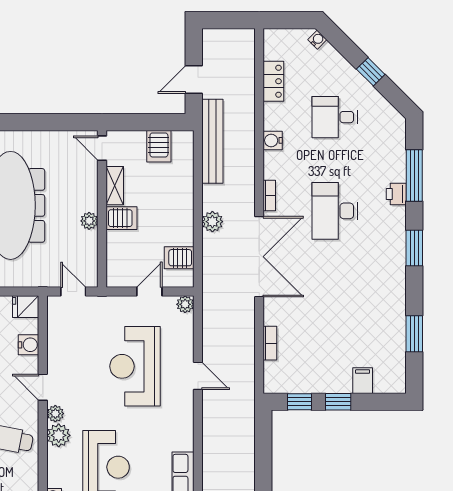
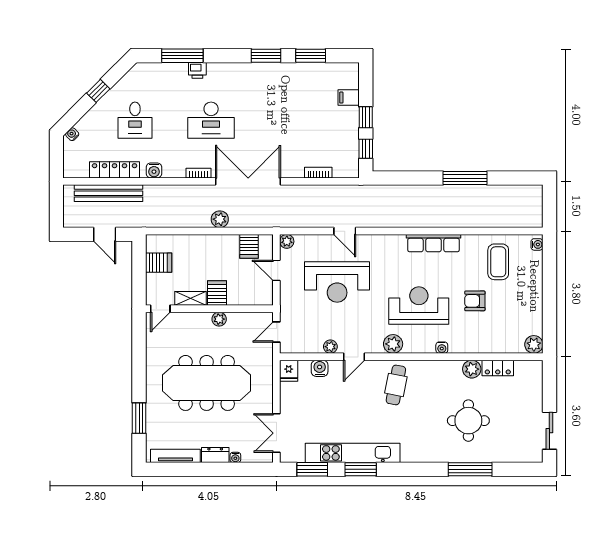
locker: (273, 81) -> (115, 170), width x1.53
bench: (212, 141) -> (108, 193), moved
window: (414, 248) -> (266, 56), moved
door: (198, 376) -> (345, 231), swing flipped
plant: (55, 414) -> (330, 347), moved

